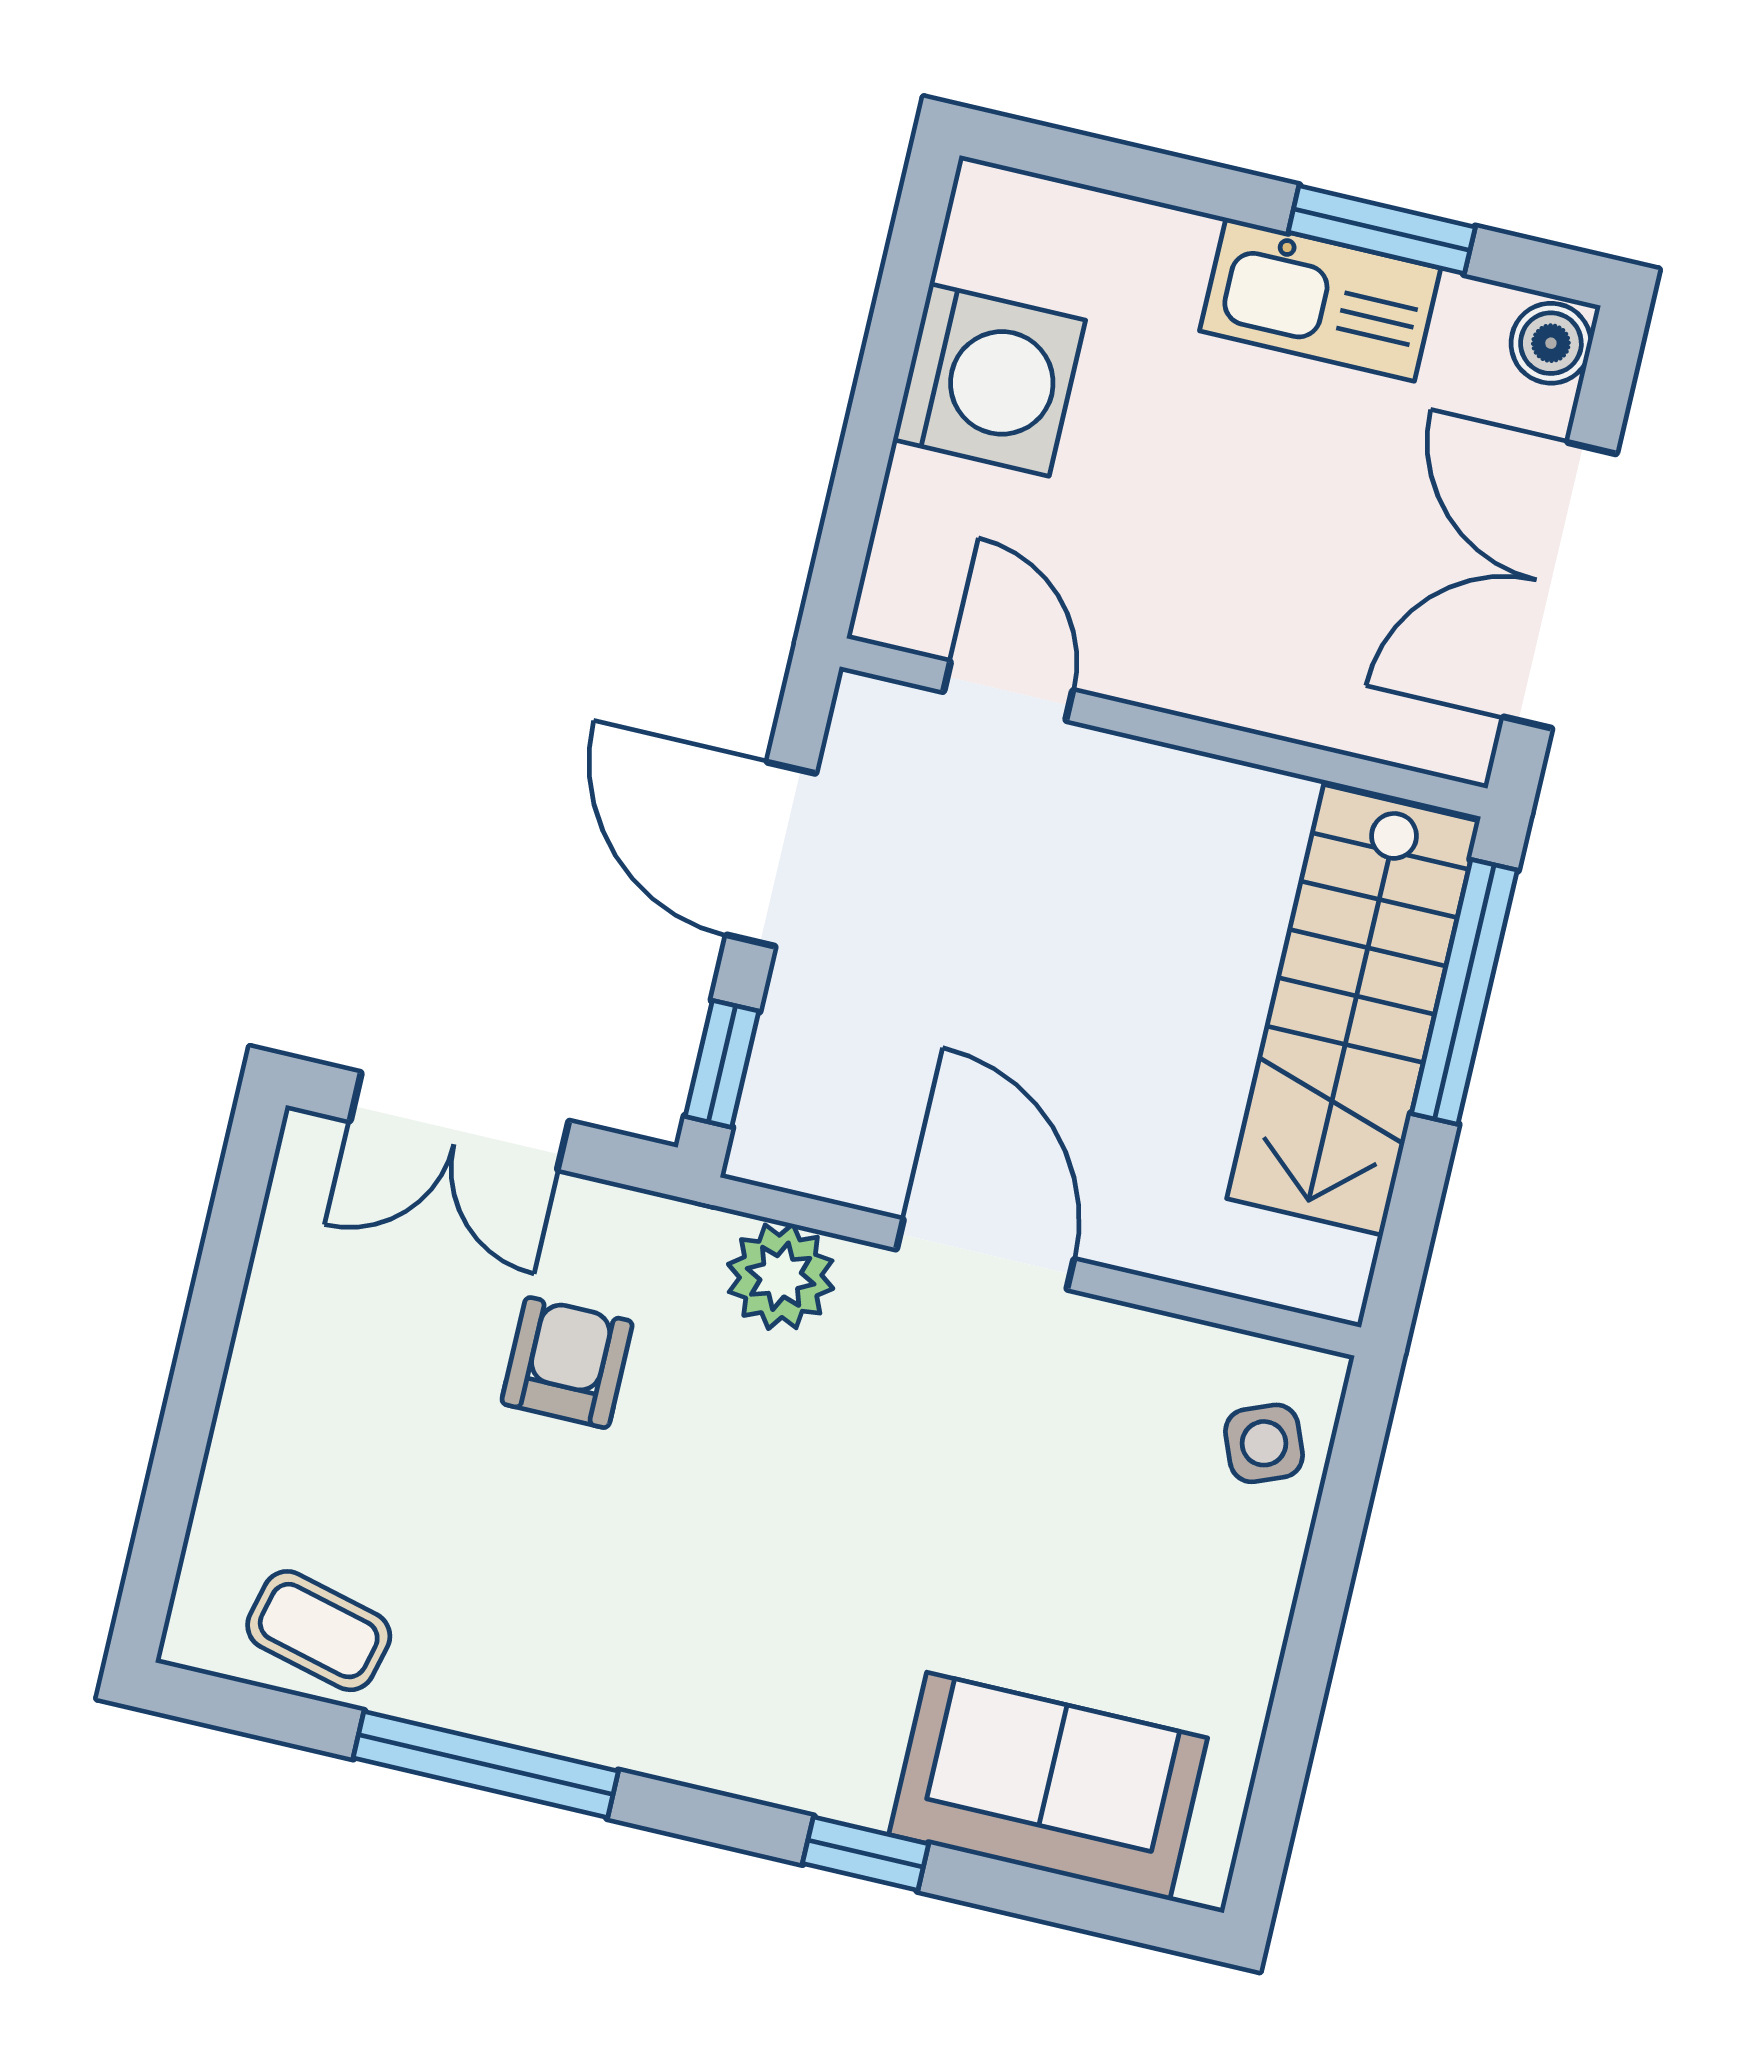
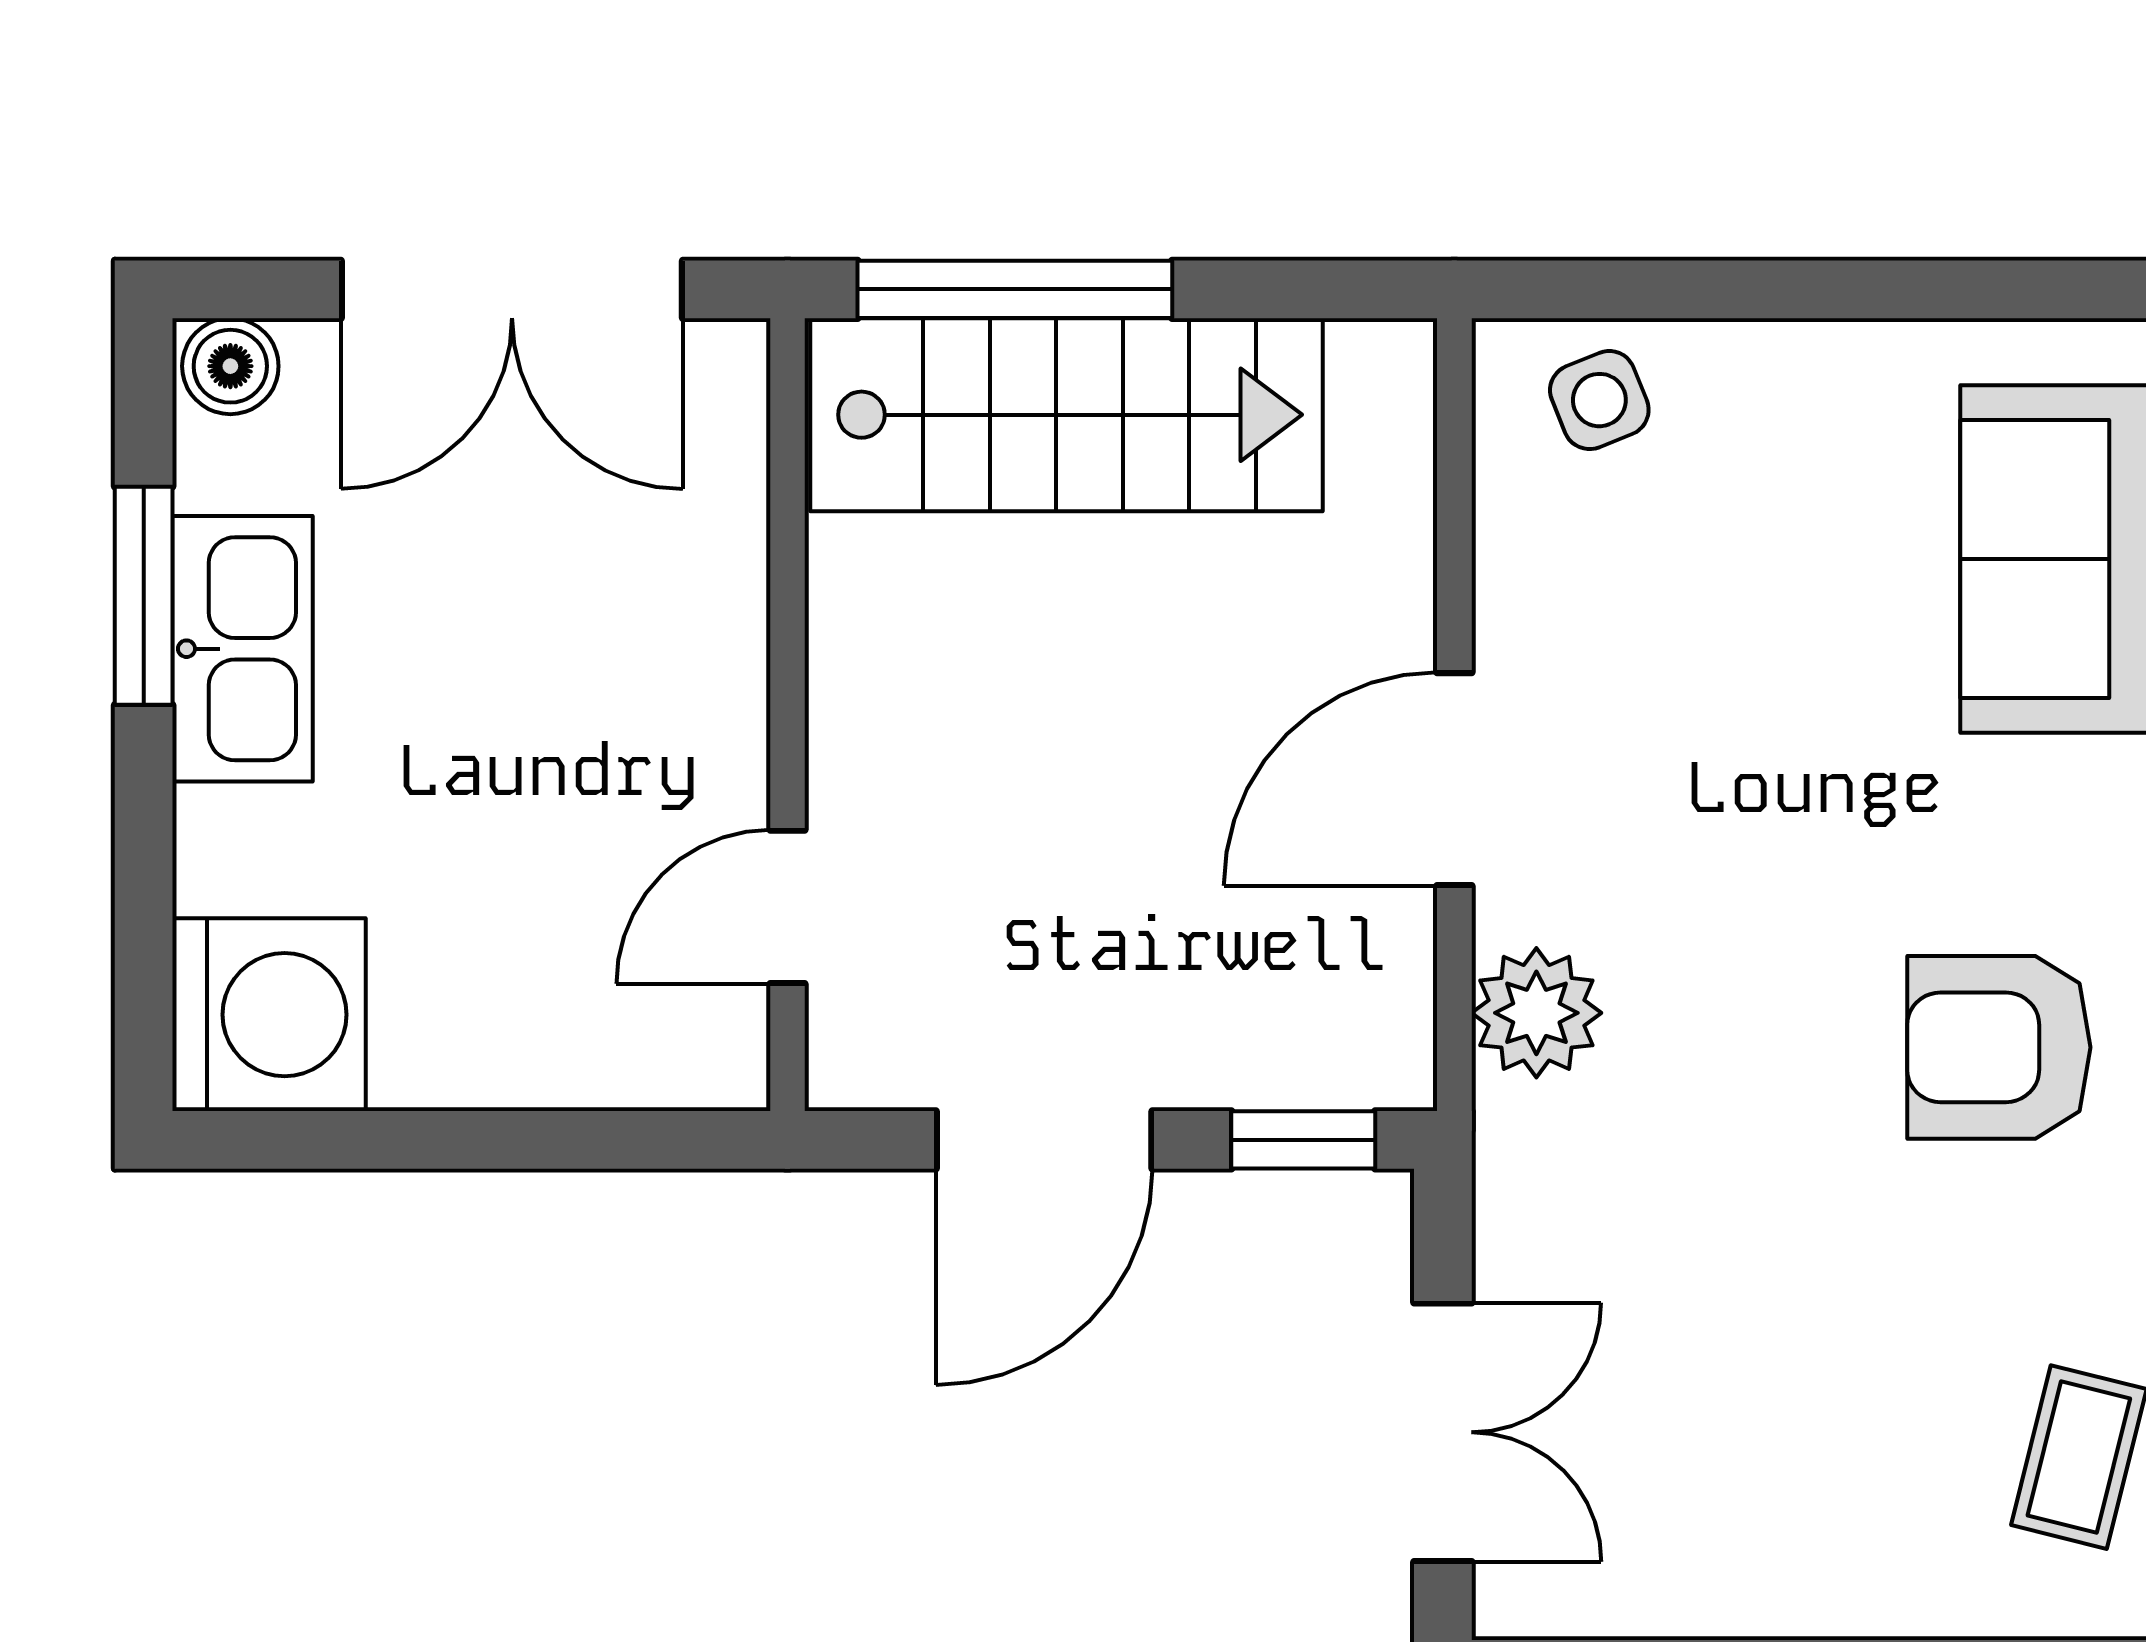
washing machine: (989, 380) -> (269, 1015), moved, turned 90
armchair: (567, 1363) -> (1999, 1047), moved, width x1.38, depth x1.38

